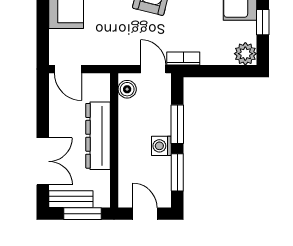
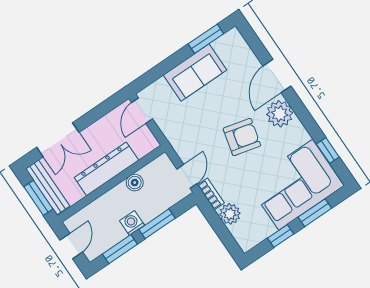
plant: (245, 54) -> (230, 214), moved
boiler: (127, 89) -> (135, 183), moved
bench: (71, 199) -> (48, 187), width x1.36

